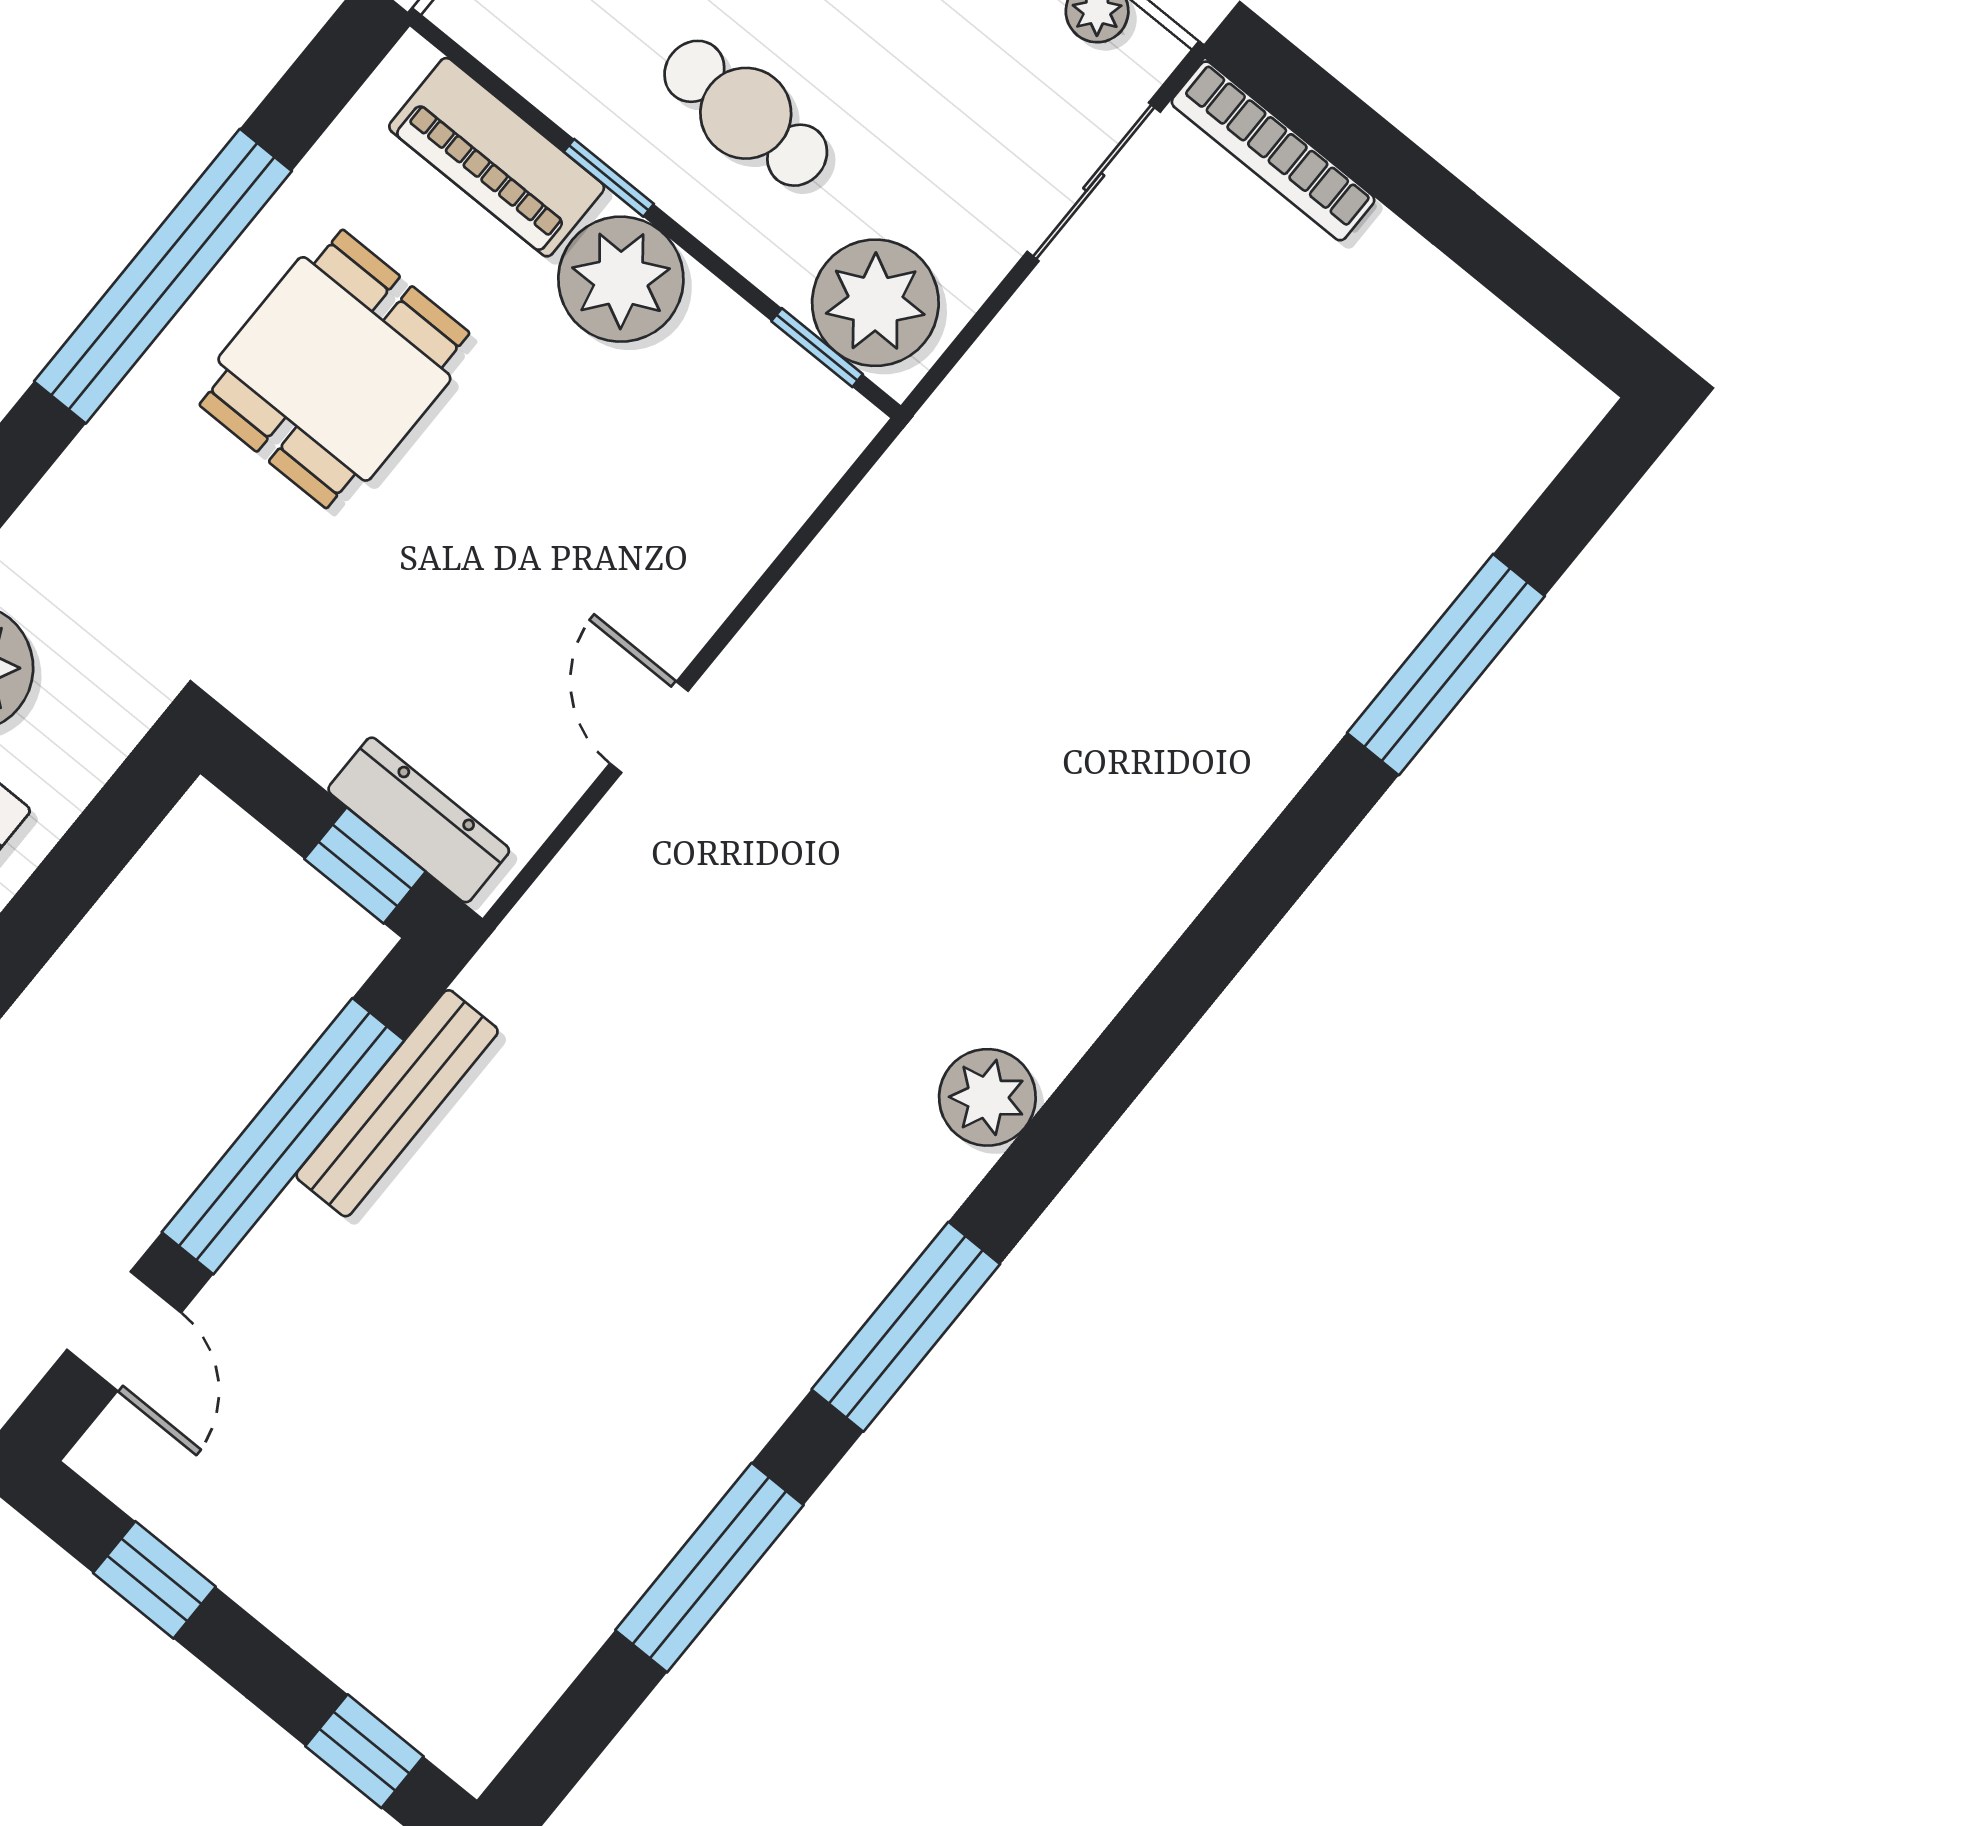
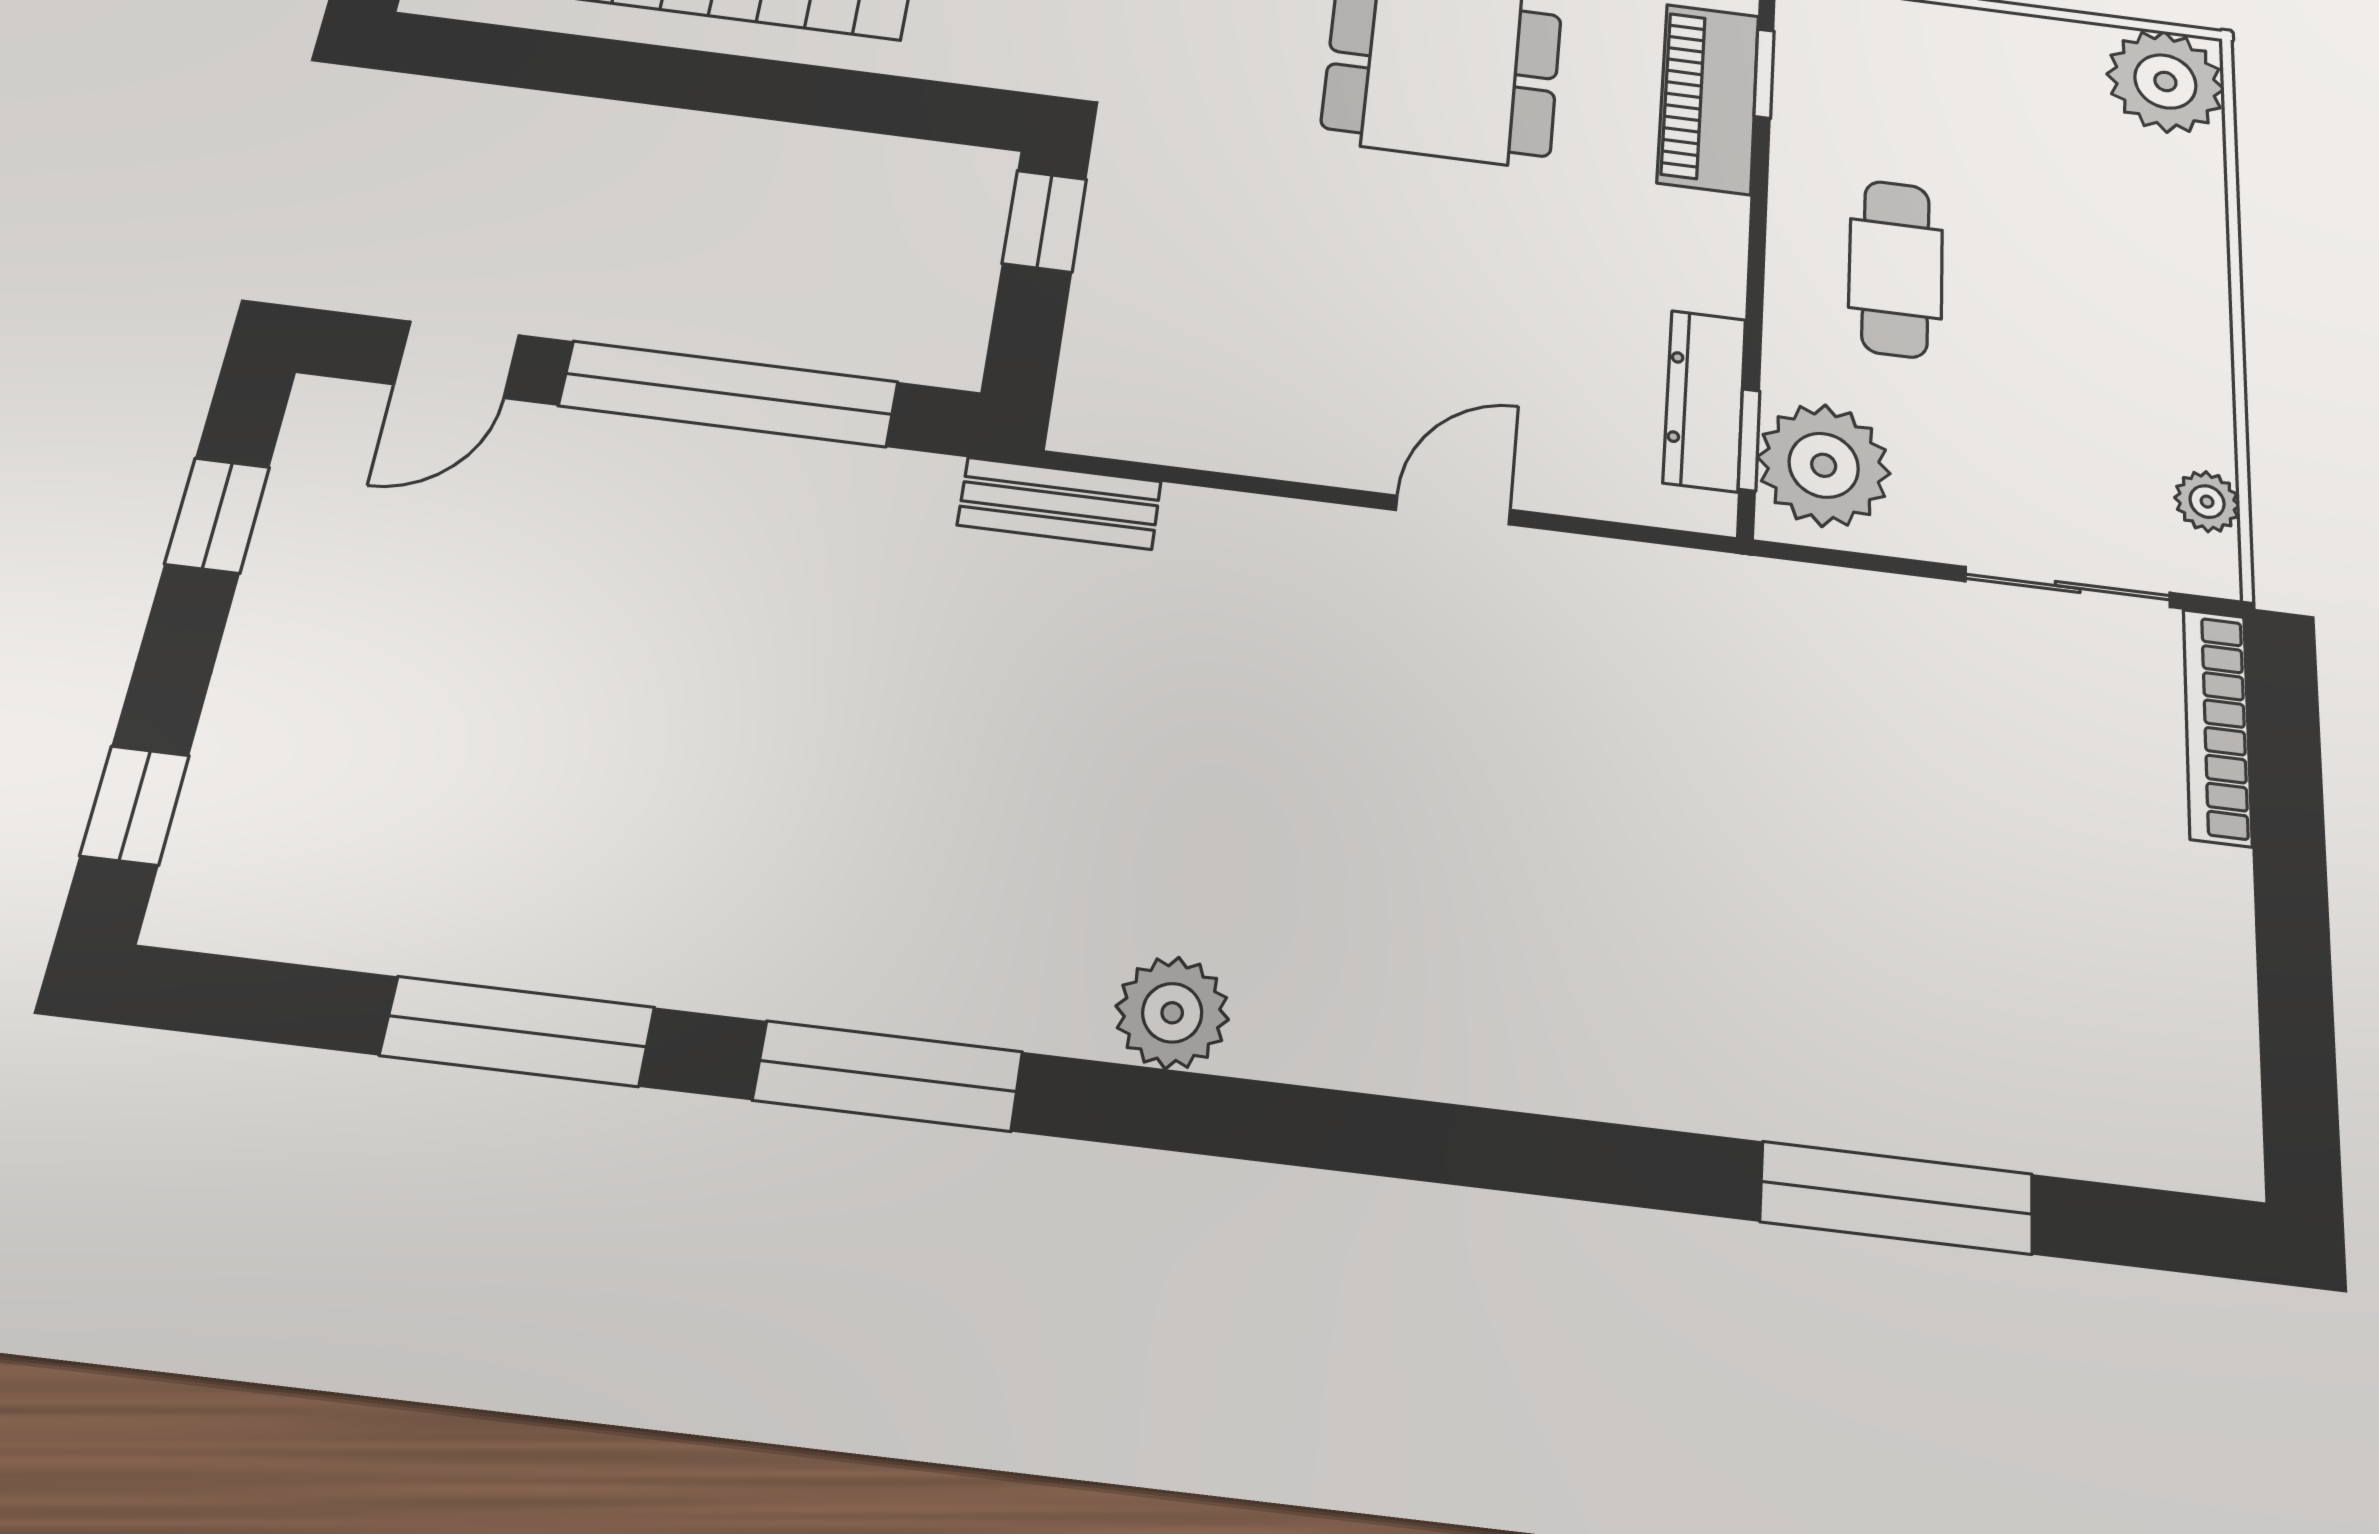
window: (609, 178) -> (1764, 74), moved
plant: (621, 279) -> (1684, 249), removed
door: (649, 727) -> (1453, 510), moved
dresser: (419, 820) -> (1704, 400), moved, turned 180
window: (365, 865) -> (1045, 221), moved
bench: (397, 1103) -> (1060, 503), moved, width x0.73

